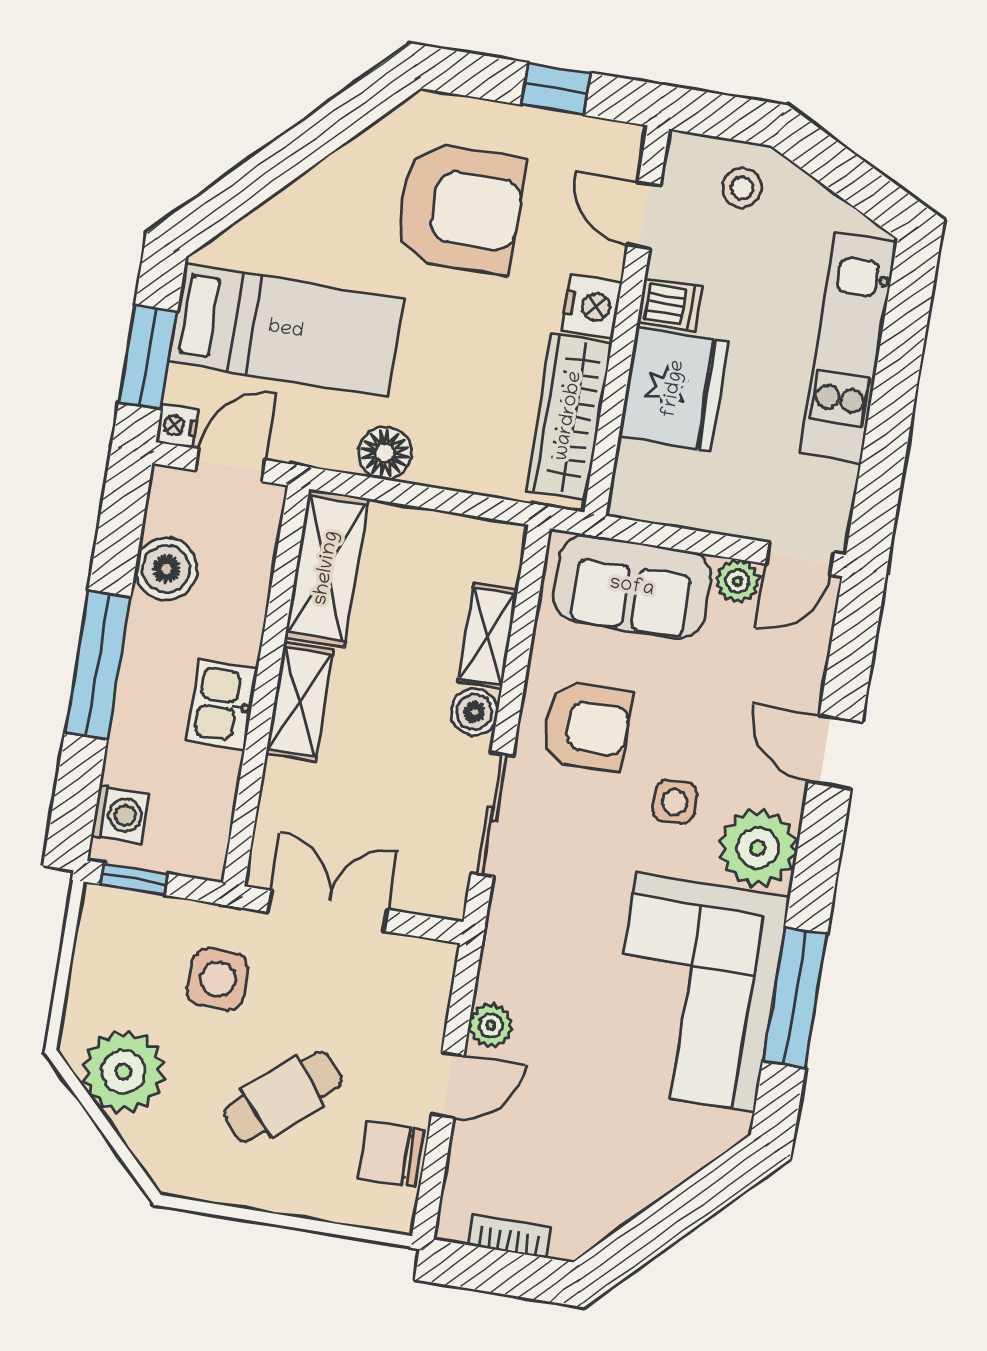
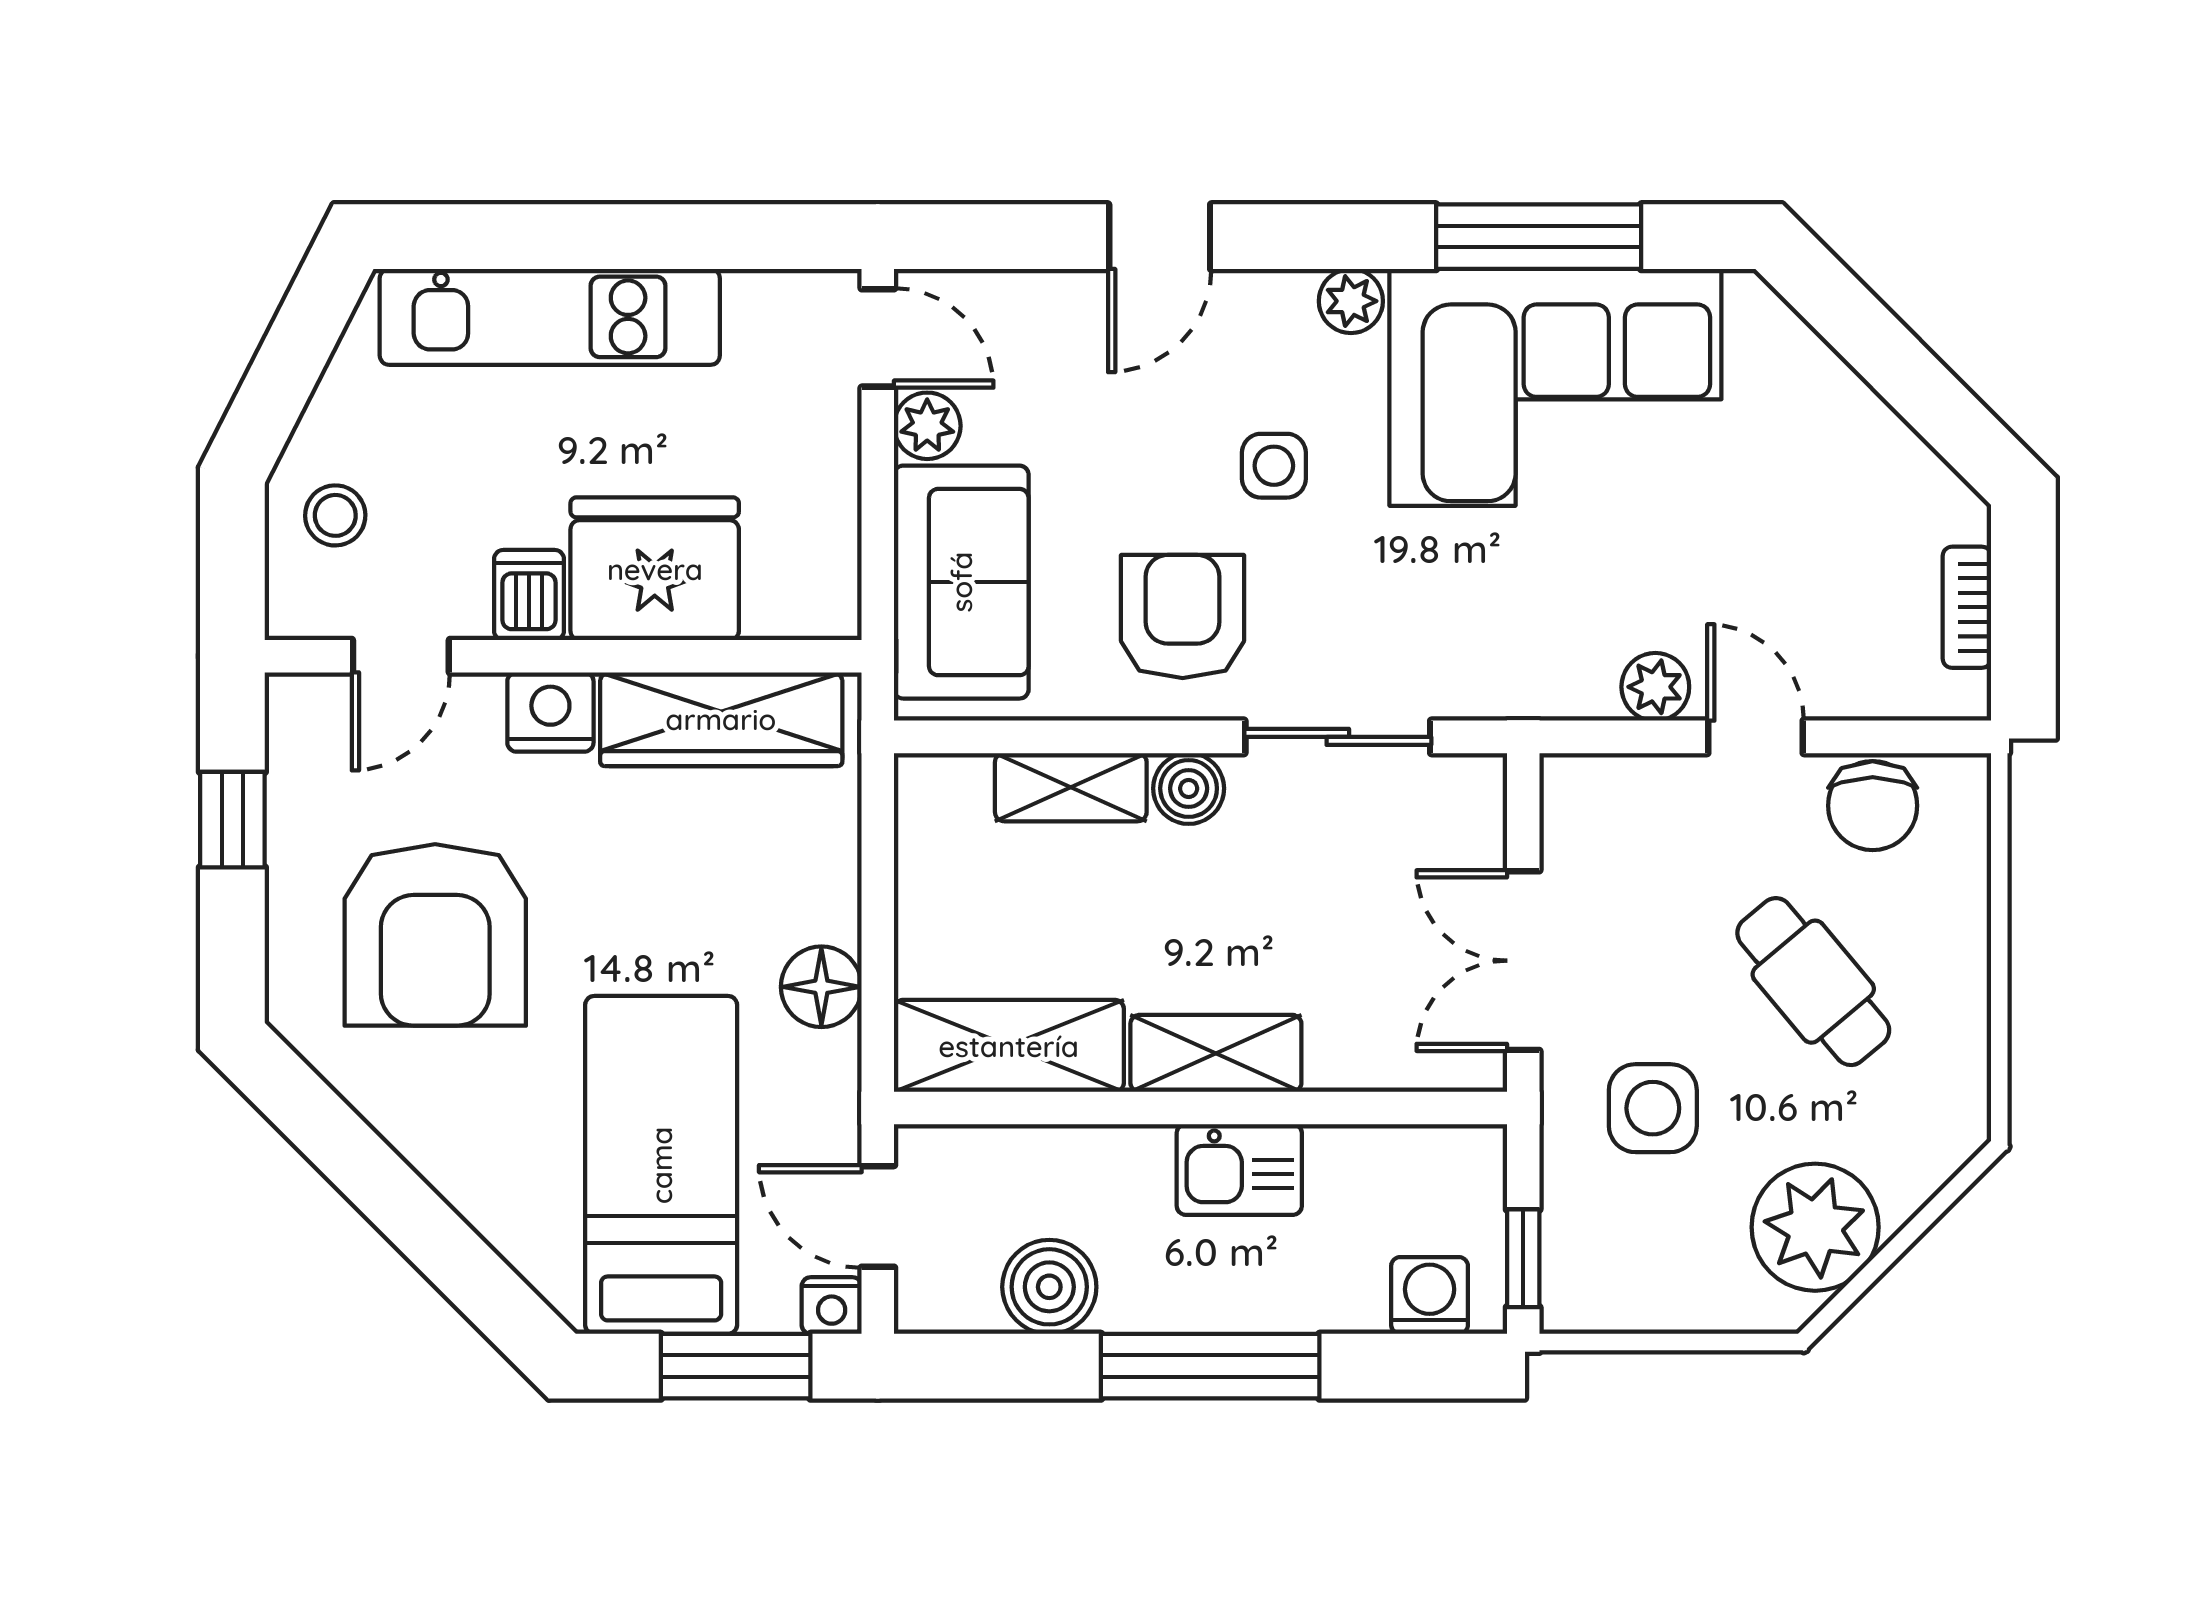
armchair: (459, 208) -> (435, 935), turned 180
plant: (758, 848) -> (1351, 301), width x0.53, depth x0.53

